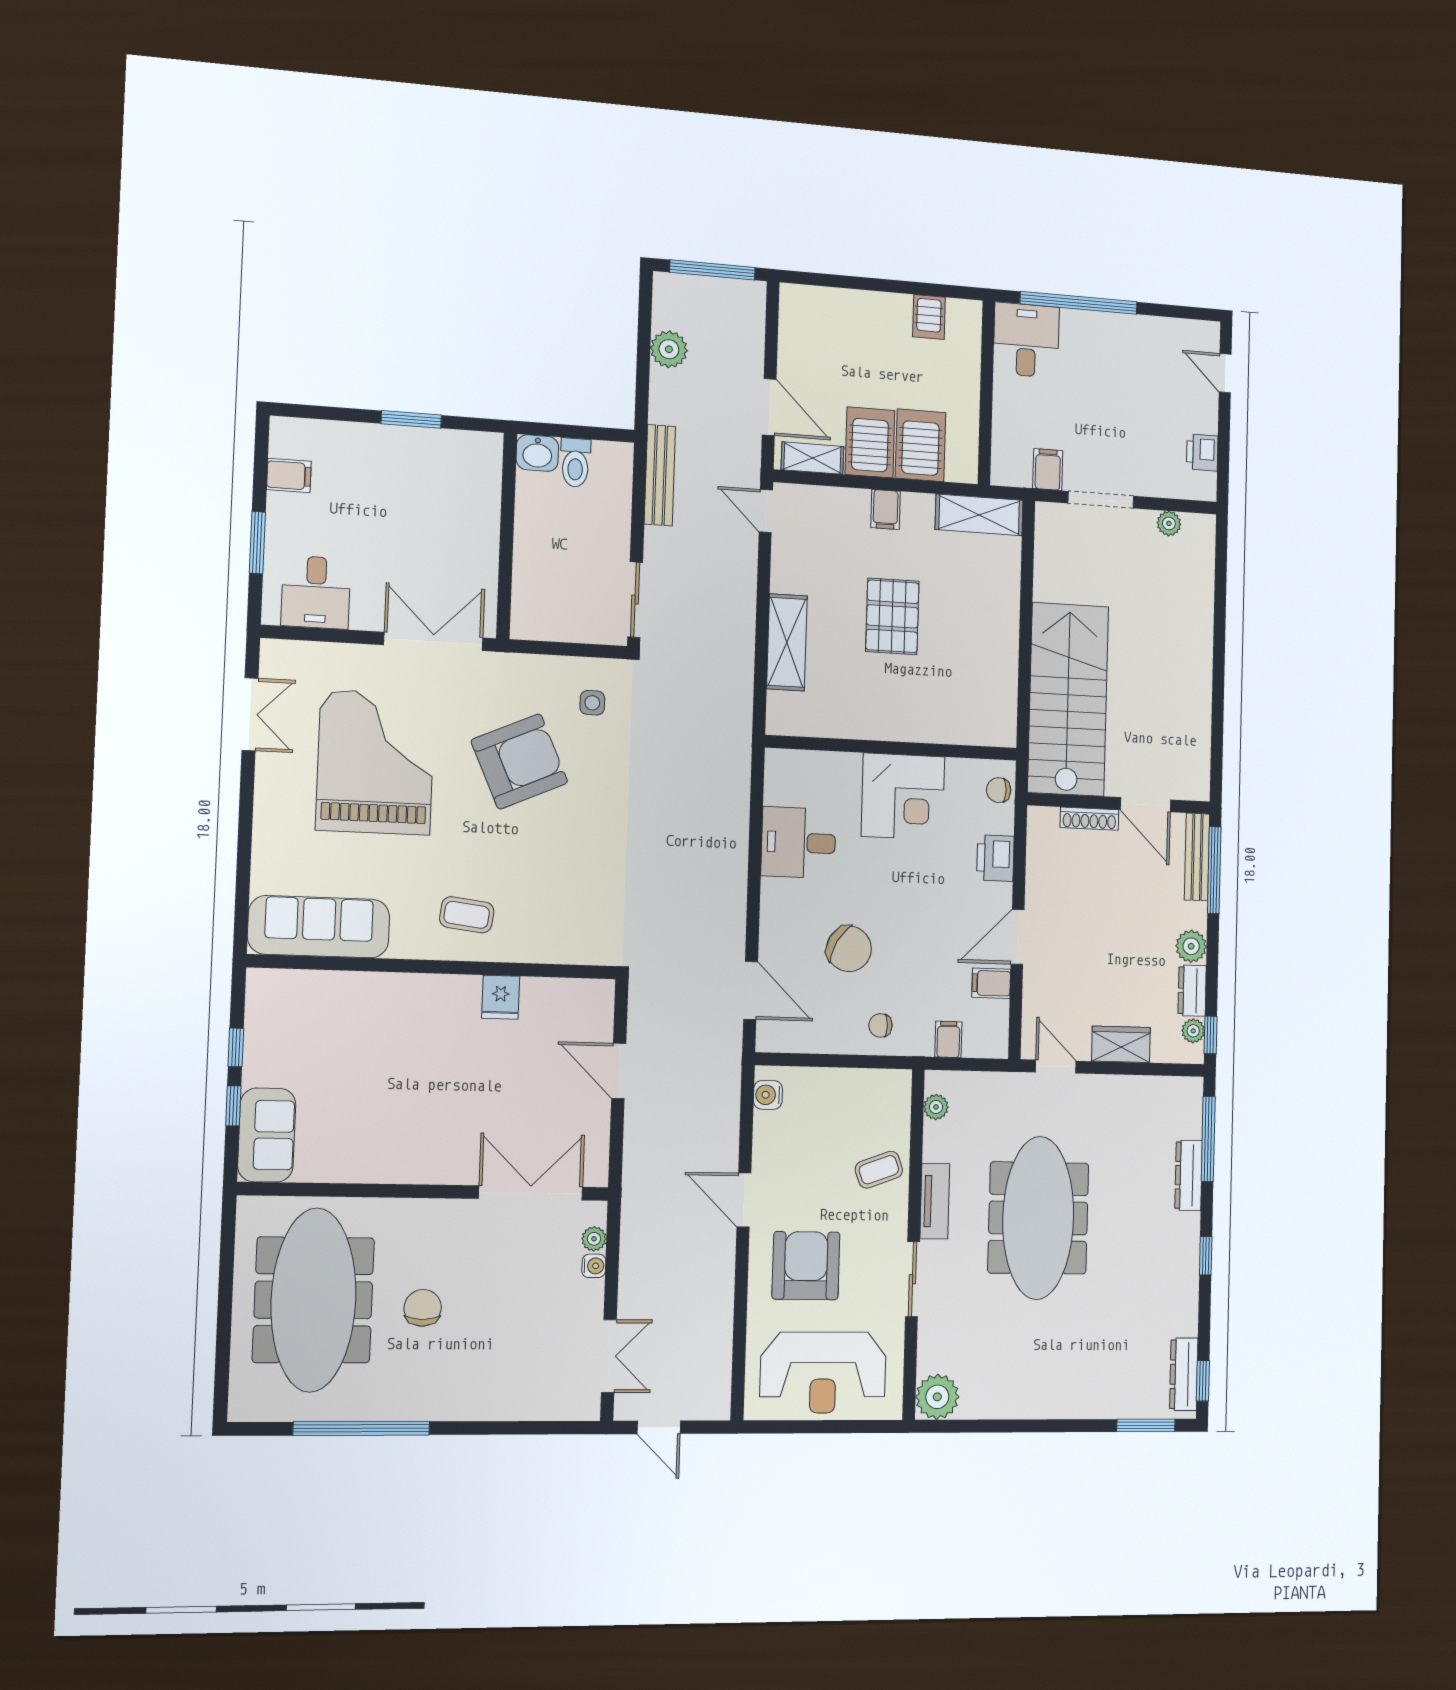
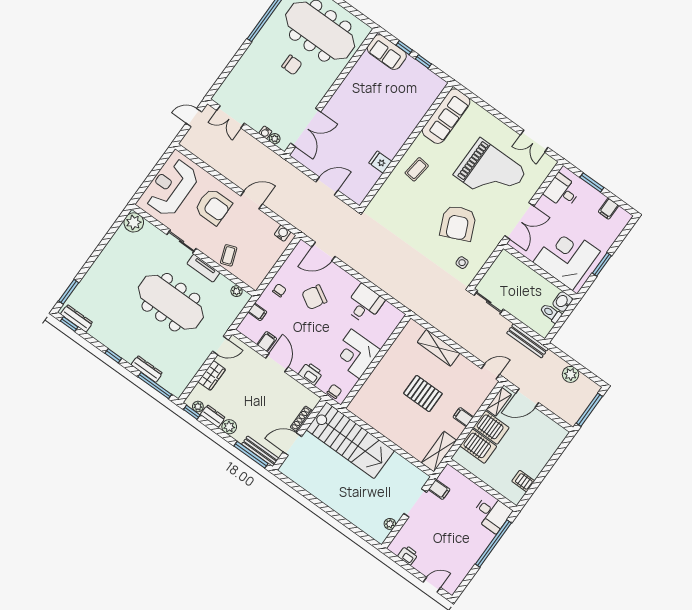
corner desk: (443, 501) -> (567, 257), added

